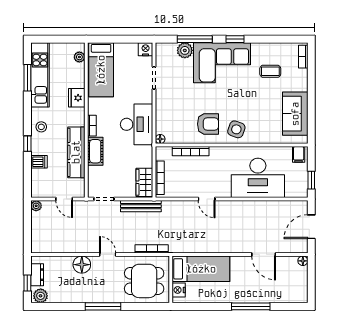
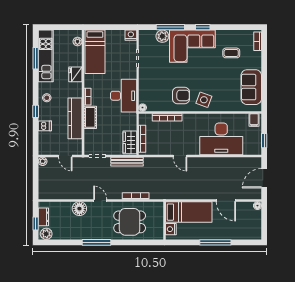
bed: (201, 269) -> (189, 212), moved
wall: (171, 279) -> (164, 221), moved
nightstand: (179, 290) -> (171, 229), moved

